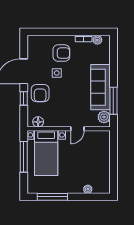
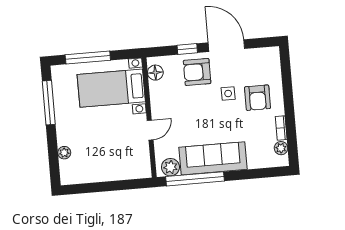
window: (113, 101) -> (195, 179), width x1.46
door: (77, 129) -> (150, 130), swing flipped
window: (24, 157) -> (88, 58), moved

